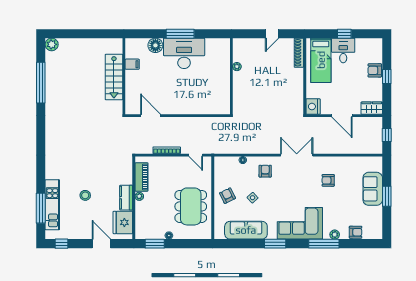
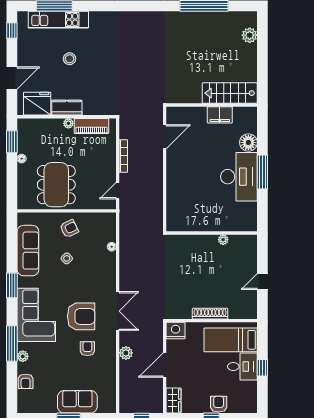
door: (272, 34) -> (262, 282), hinge flipped
plant: (52, 44) -> (250, 35), moved
shoe rack: (299, 53) -> (210, 314), moved
filing cabinet: (132, 64) -> (220, 115), width x2.00
stairs: (114, 77) -> (230, 93), moved
plant: (332, 148) -> (126, 353), added
armchair: (265, 171) -> (81, 316), moved, width x1.88, depth x1.88
dining table: (191, 206) -> (56, 185), turned 90

